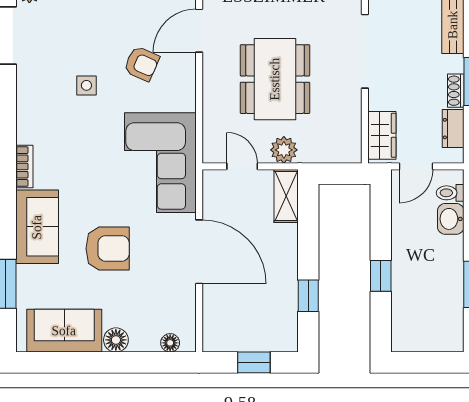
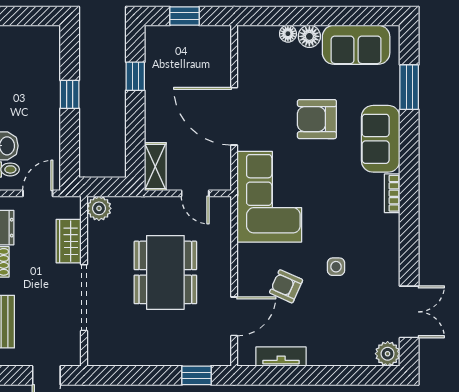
wardrobe: (382, 135) -> (69, 241), moved
plant: (284, 150) -> (99, 208), moved
floor lamp: (170, 343) -> (288, 34), moved

